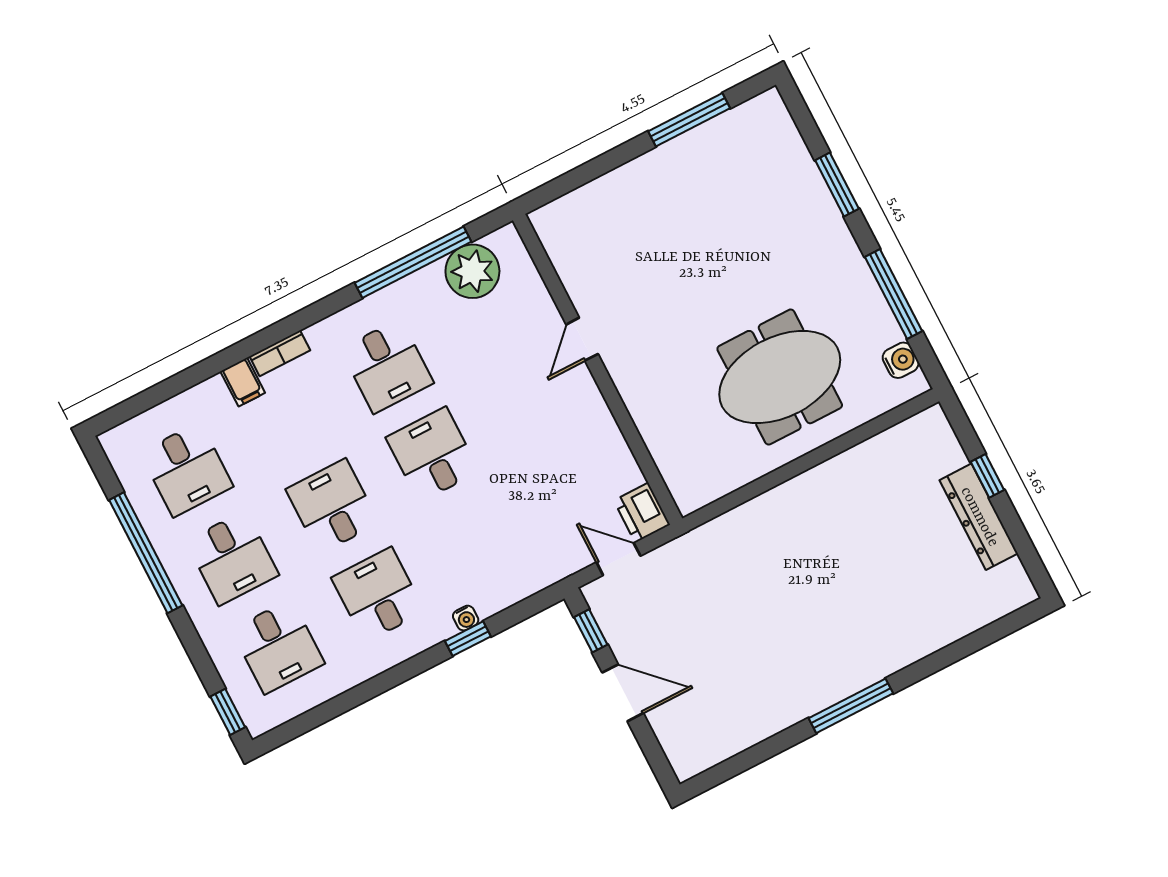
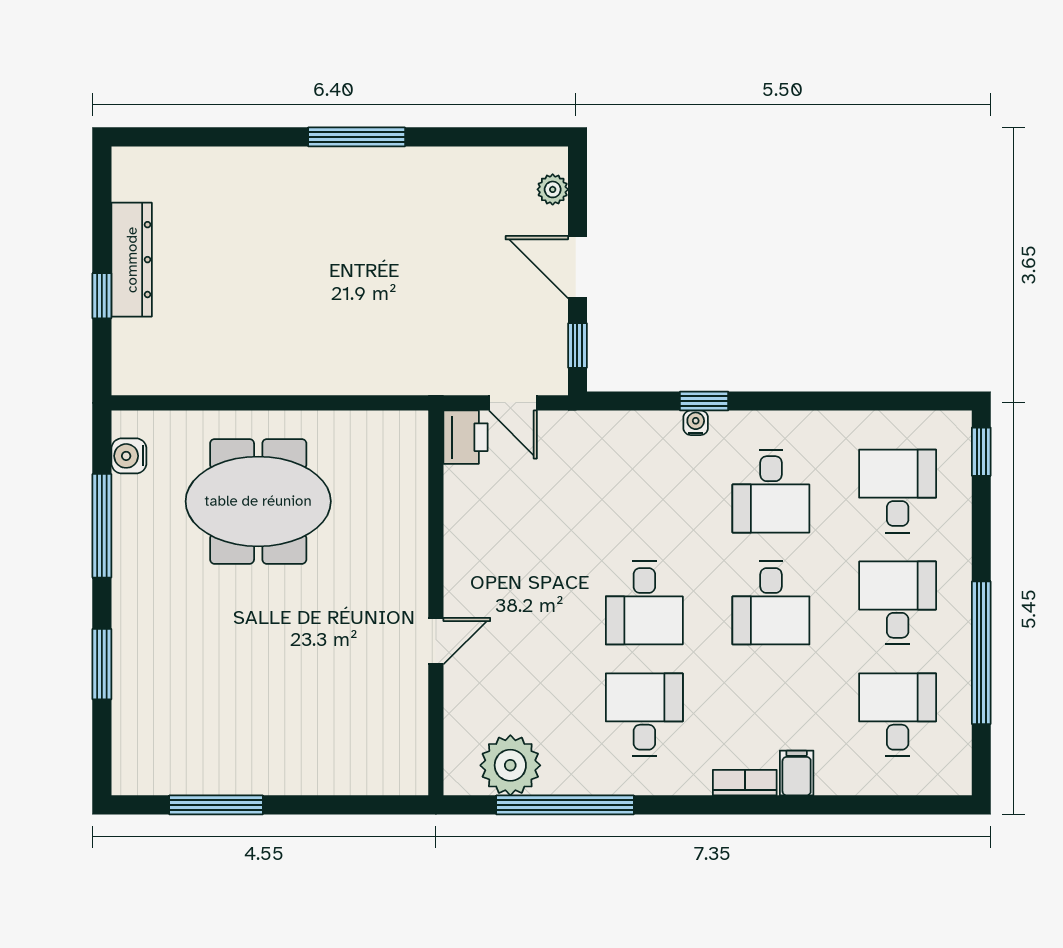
plant: (674, 744) -> (553, 189), added

